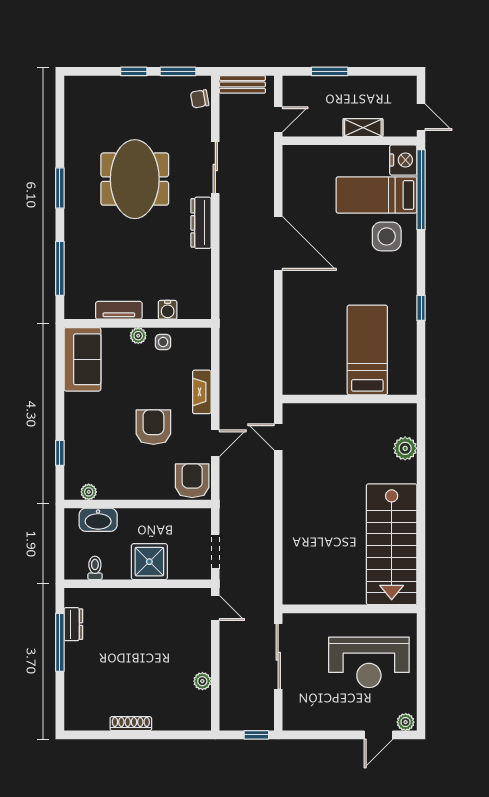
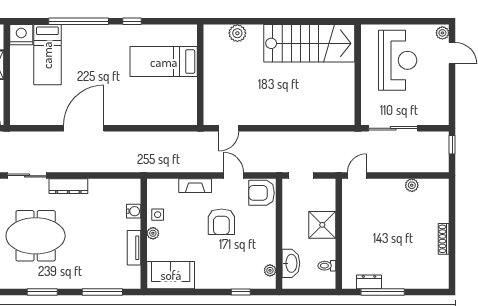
window: (421, 190) -> (79, 21), moved
side table: (387, 236) -> (79, 47), removed
armchair: (153, 427) -> (221, 222), turned -90
doorway: (215, 551) -> (301, 176), moved

